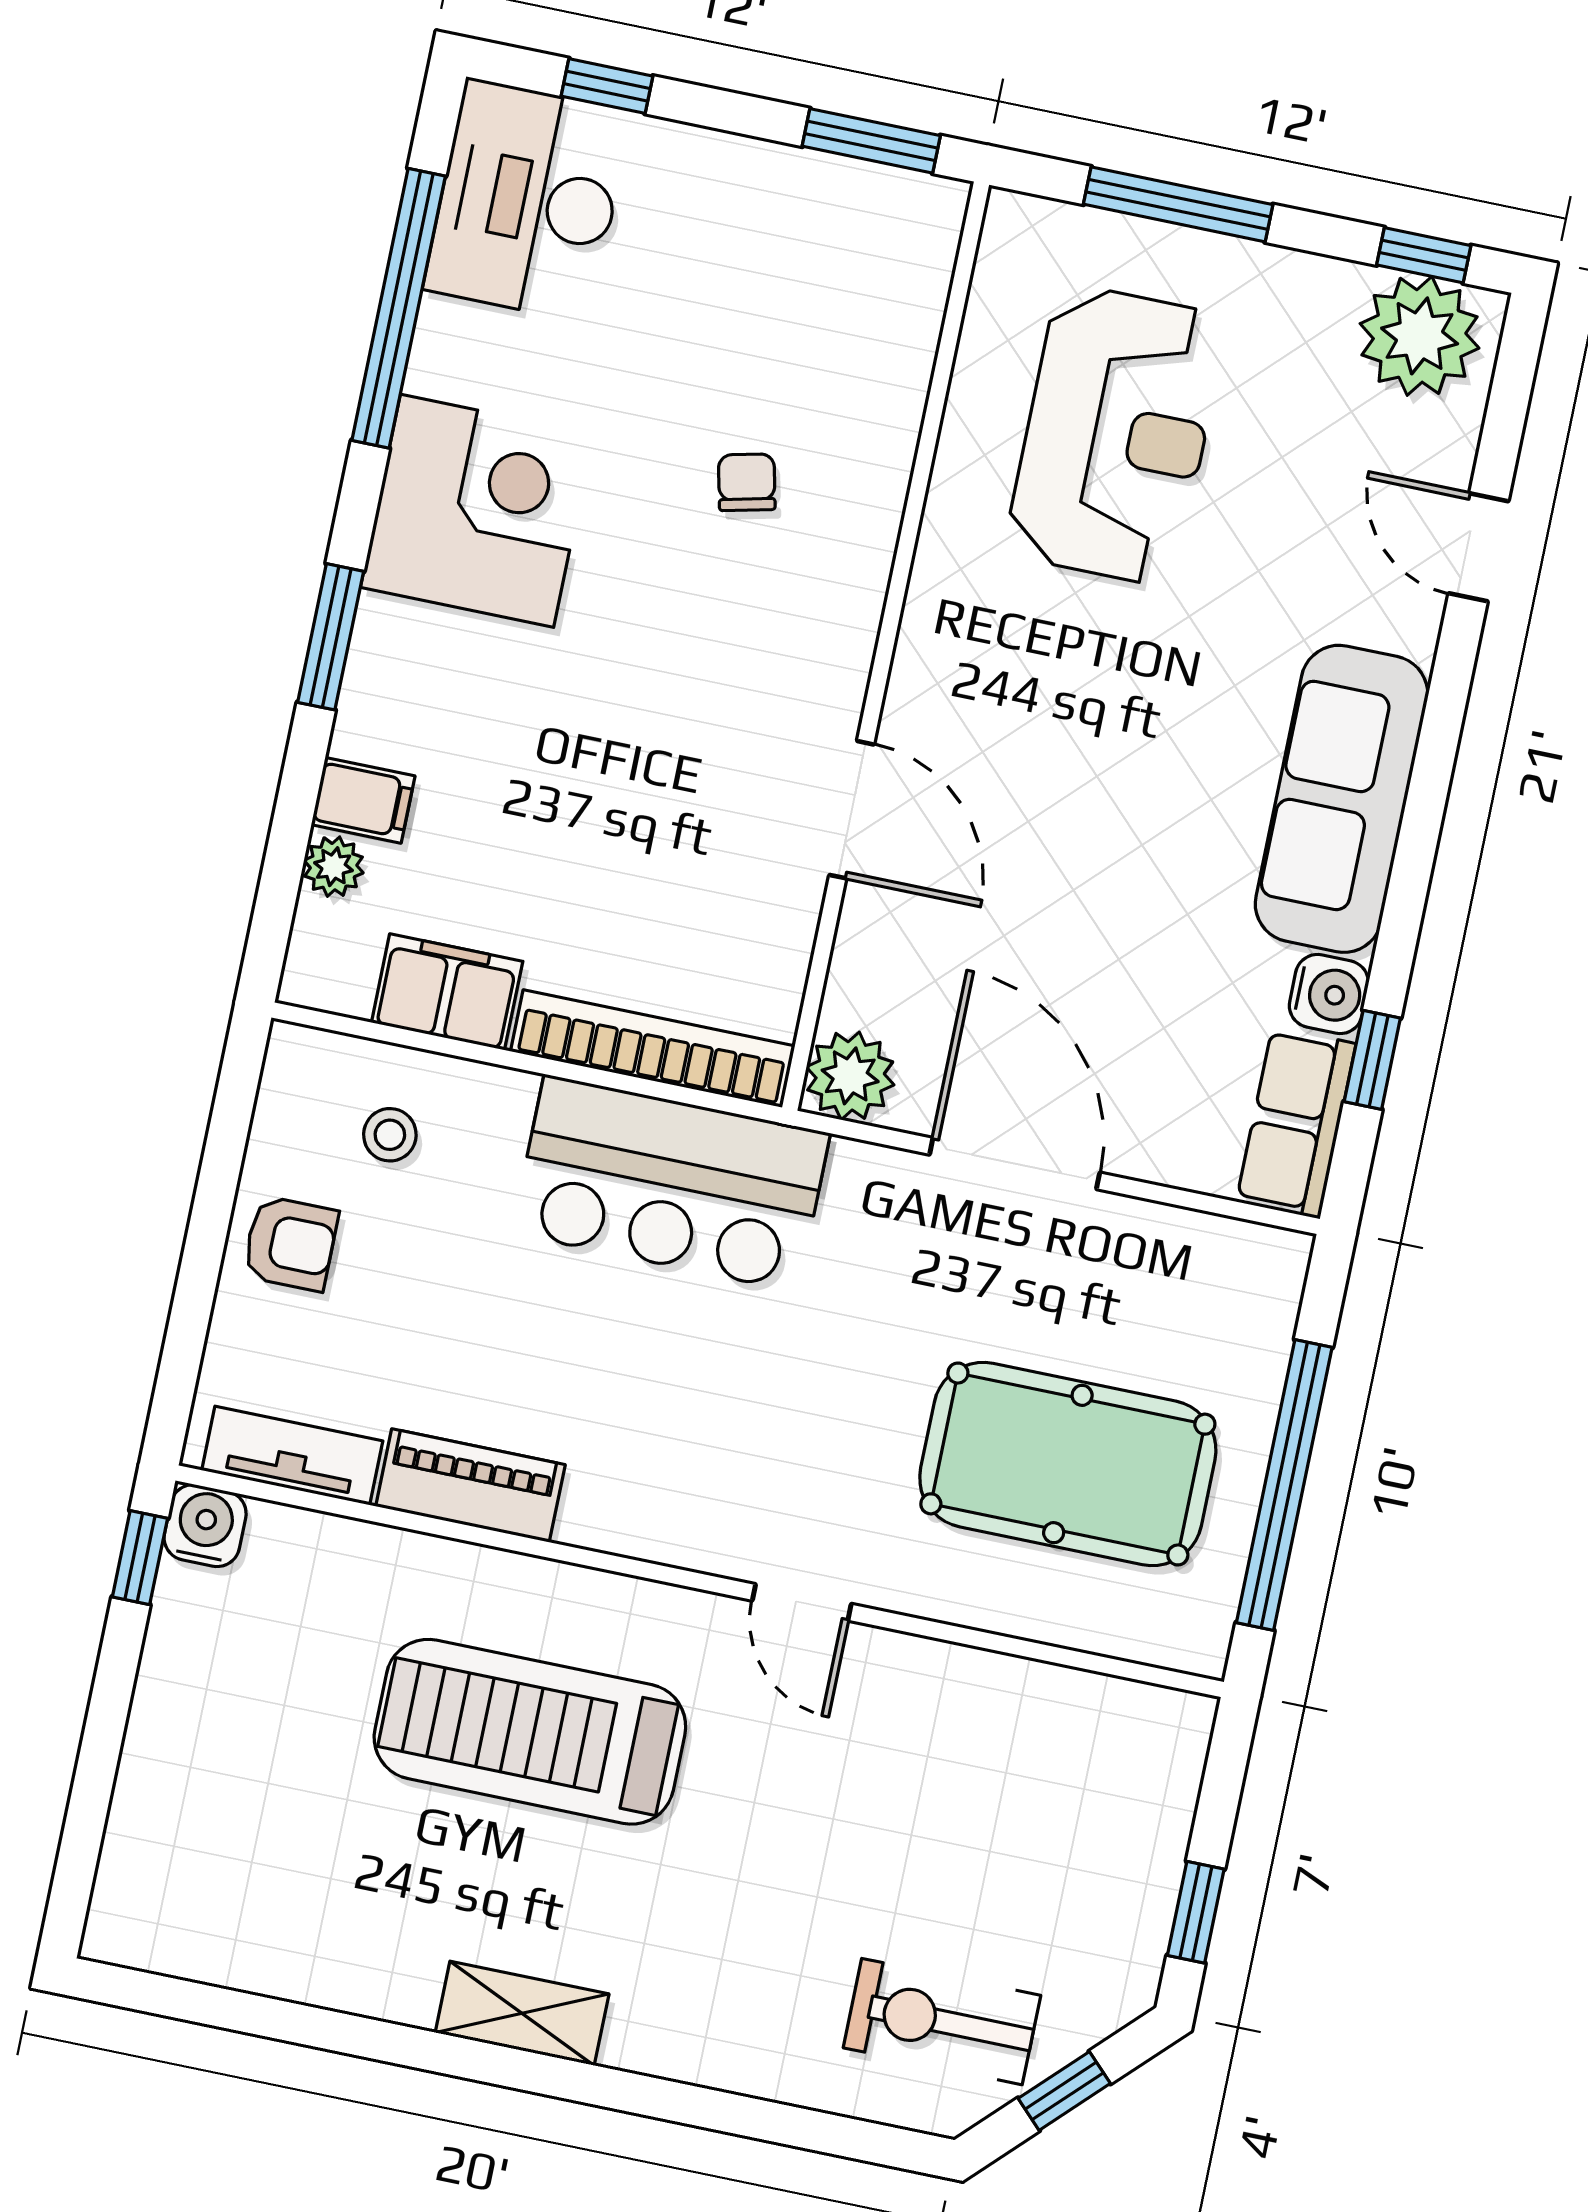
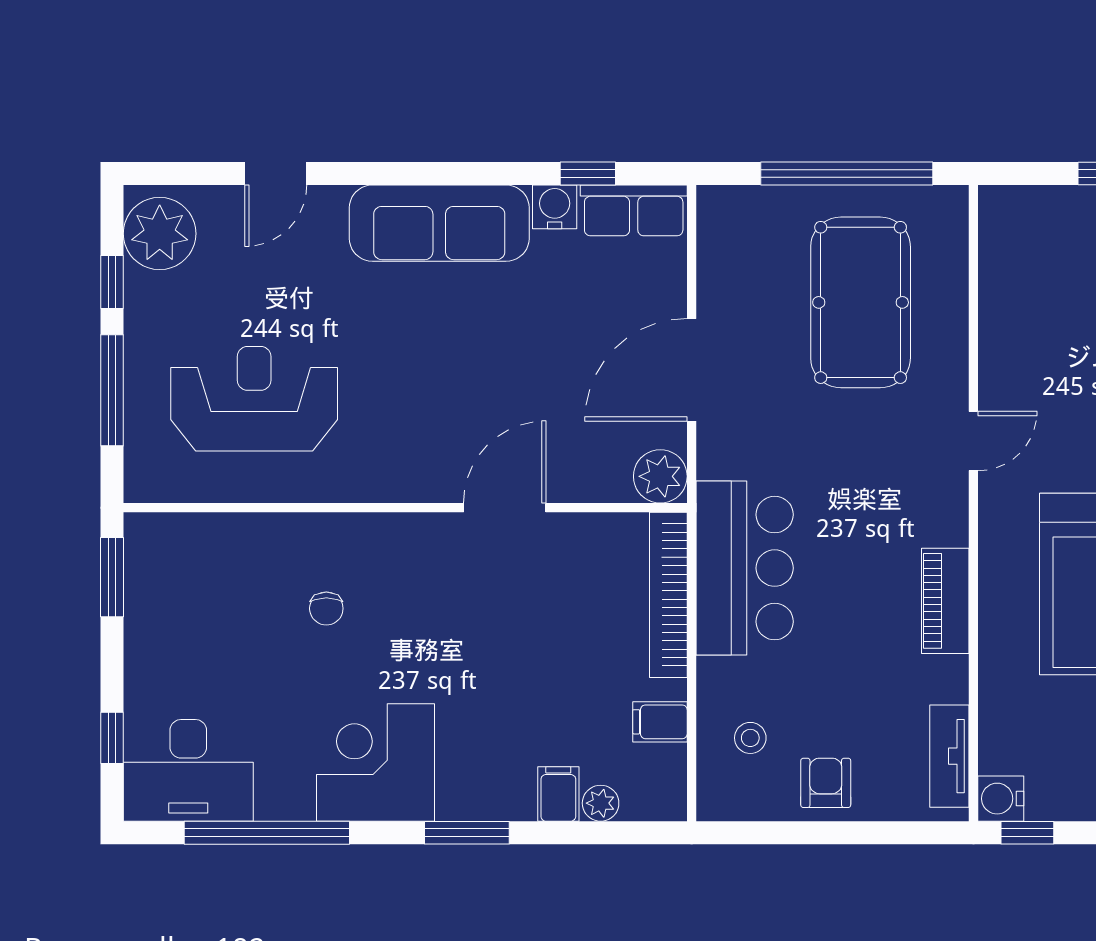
window: (1424, 255) -> (112, 282), moved
chair: (747, 482) -> (326, 608), turned -77
filing cabinet: (447, 992) -> (660, 722), width x0.50
piano: (470, 1485) -> (945, 601), moved

